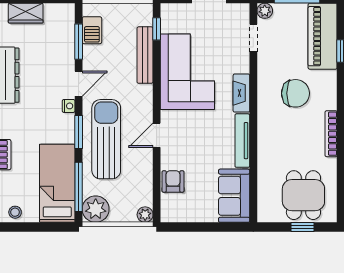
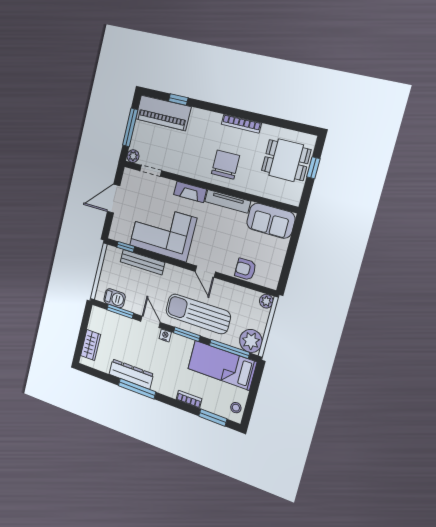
chair: (295, 93) -> (225, 165), moved

